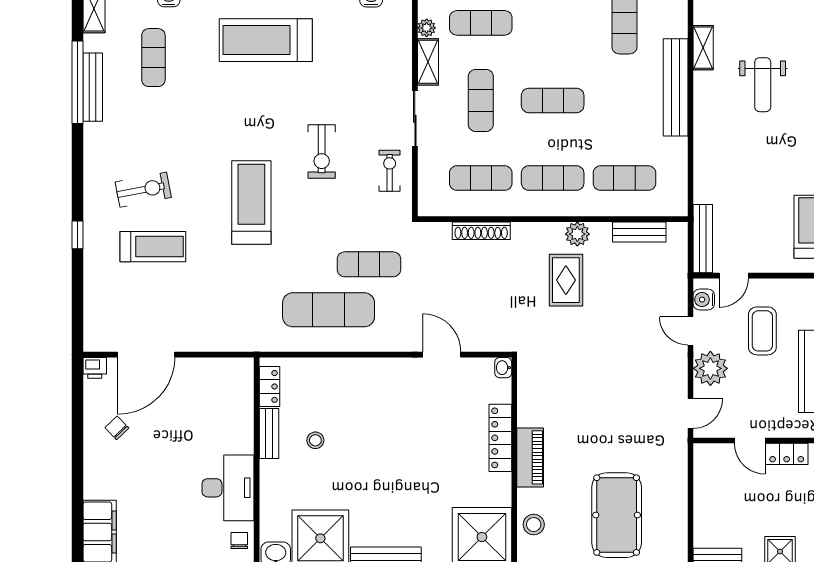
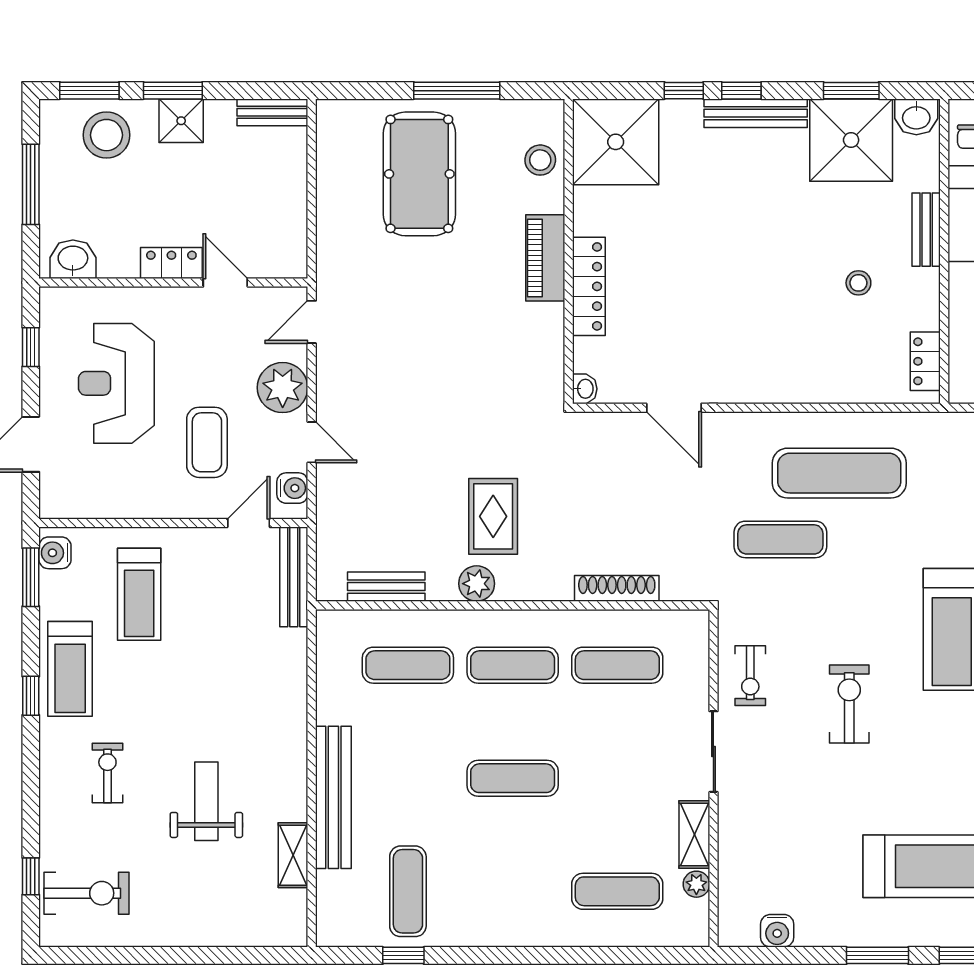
exercise mat: (481, 100) -> (617, 778), removed
bench: (269, 434) -> (926, 230), moved

